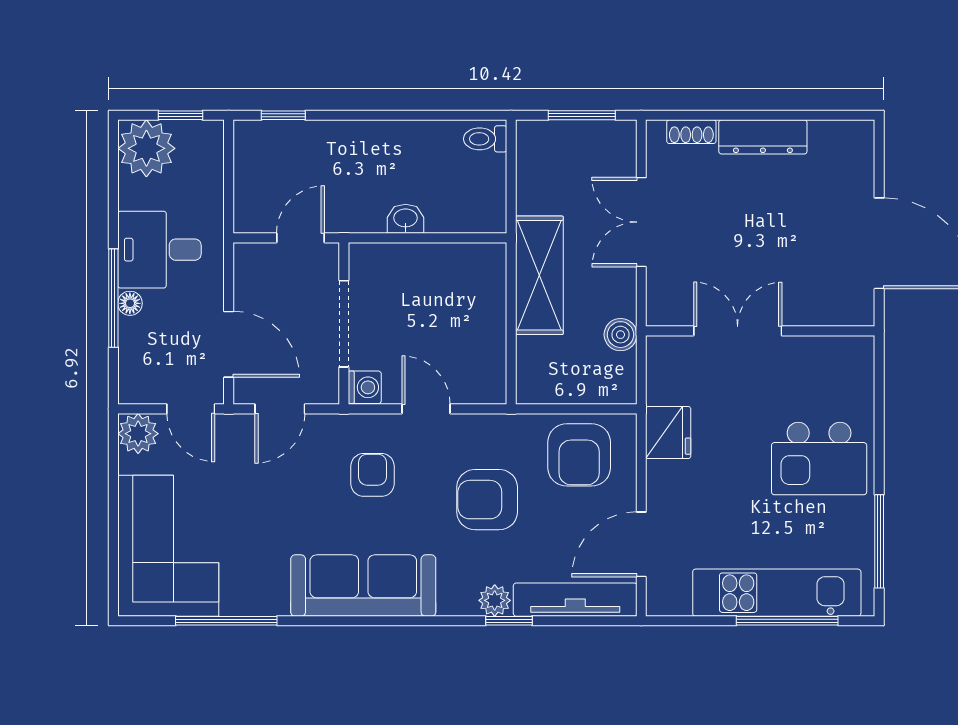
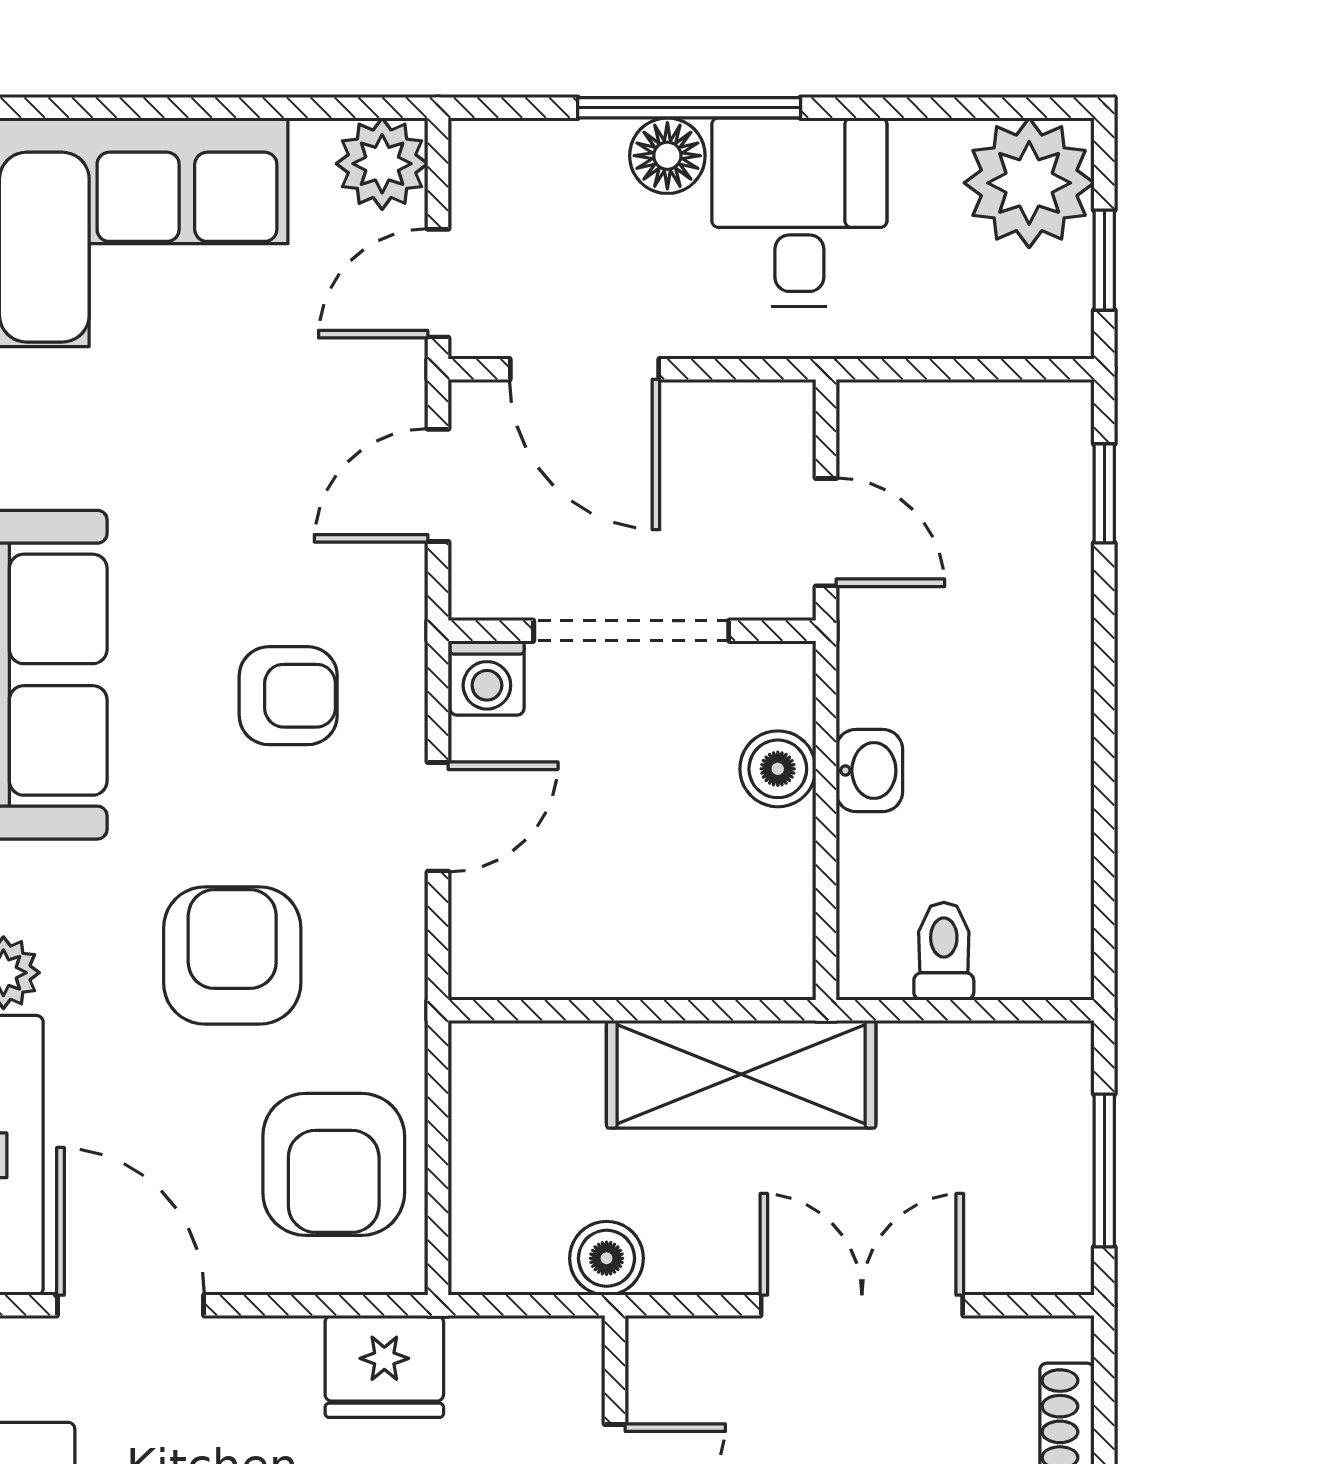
toilet: (485, 139) -> (944, 951), moved
boiler: (405, 259) -> (778, 769), added
floor lamp: (130, 303) -> (667, 156), width x1.37, depth x1.37
door: (229, 344) -> (585, 369), hinge flipped
door: (280, 409) -> (438, 485), hinge flipped
armchair: (579, 455) -> (334, 1164), turned -90

